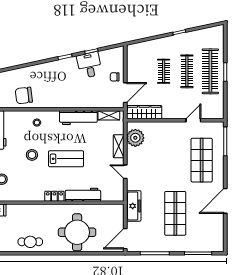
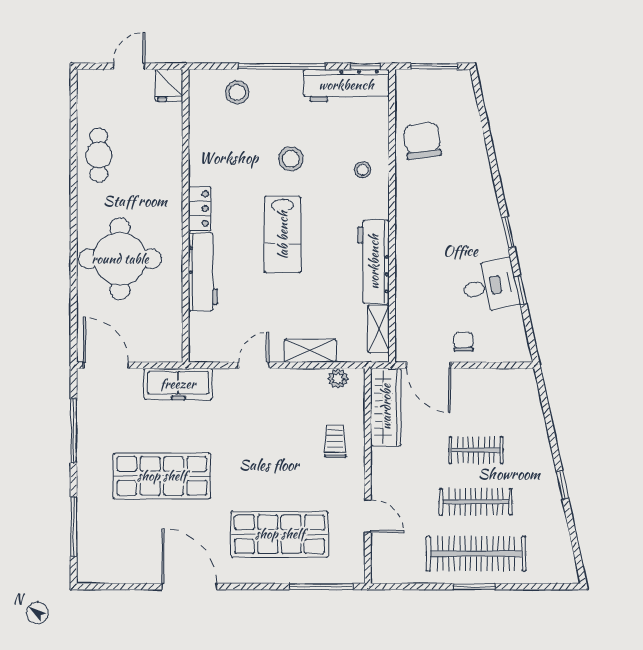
trolley: (159, 135) -> (335, 441), added
plant: (135, 138) -> (338, 379), width x0.53, depth x0.53

